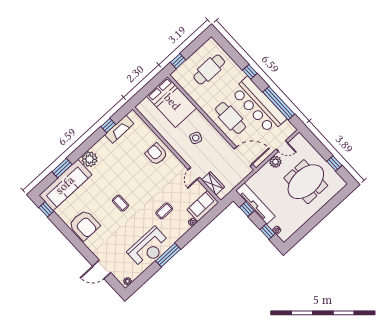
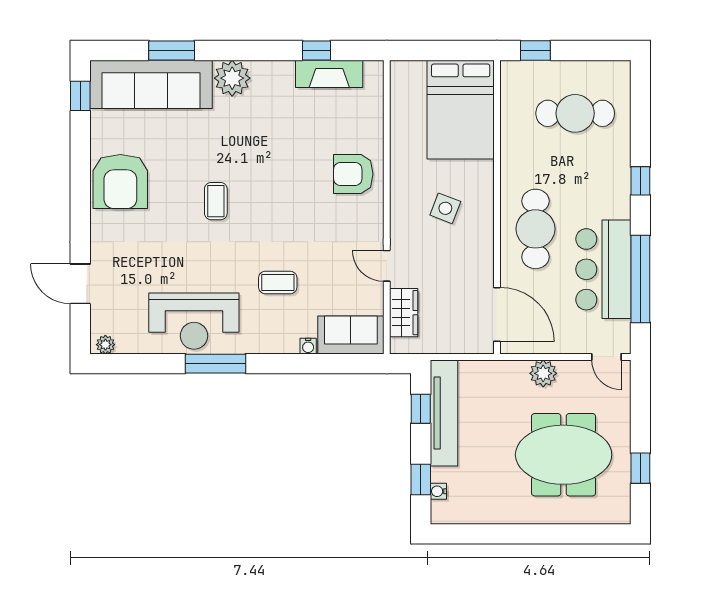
bar counter: (259, 105) -> (603, 269), width x0.73
door: (282, 146) -> (606, 357), moved
armchair: (156, 154) -> (353, 174), turned -90
door: (194, 173) -> (387, 266), hinge flipped

